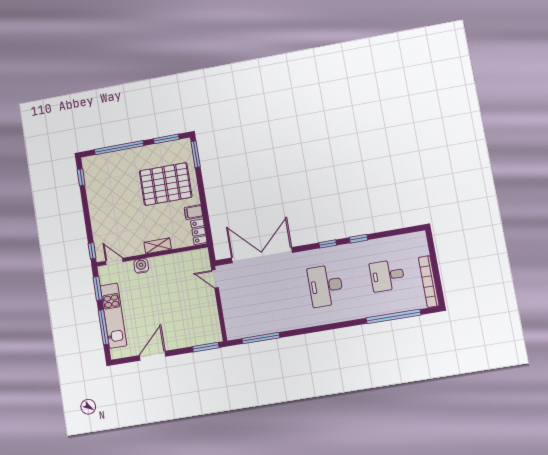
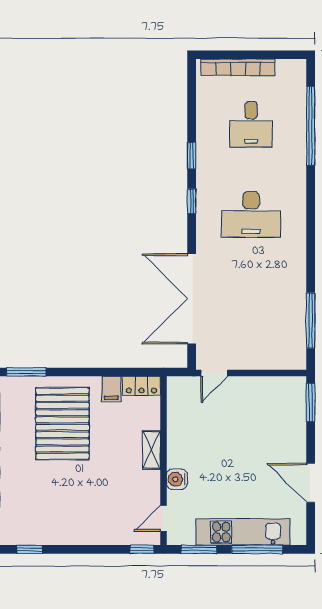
bookcase: (429, 282) -> (238, 67), moved

